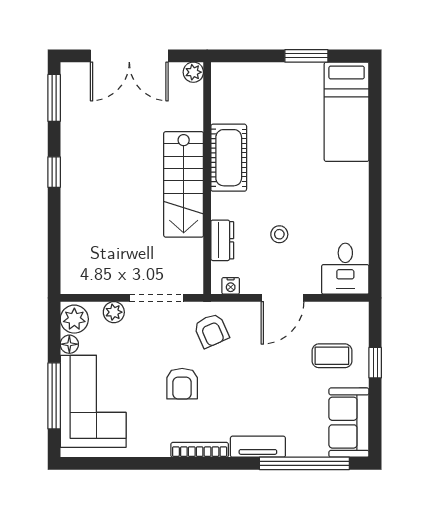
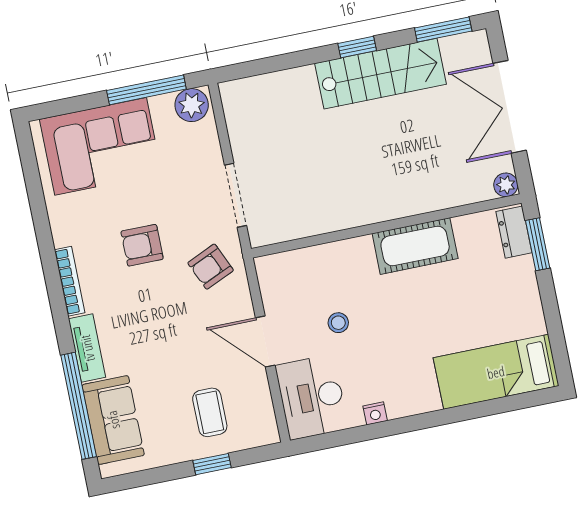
window: (306, 56) -> (538, 244), moved
stairs: (184, 184) -> (381, 74), moved, turned 180
dresser: (222, 240) -> (514, 232), moved, turned 90
desk: (345, 269) -> (312, 397), width x1.37
nightstand: (231, 286) -> (375, 413), moved, turned -90
plant: (114, 312) -> (209, 149), removed
floor lamp: (69, 344) -> (161, 105), removed
window: (54, 396) -> (146, 90), moved
sofa: (349, 423) -> (113, 420), moved, turned 90

